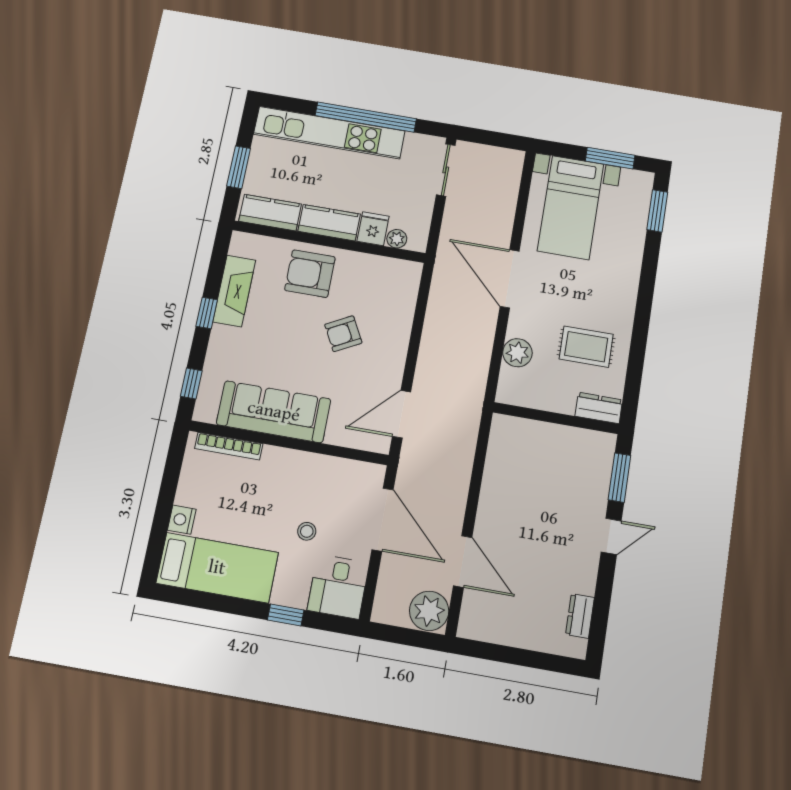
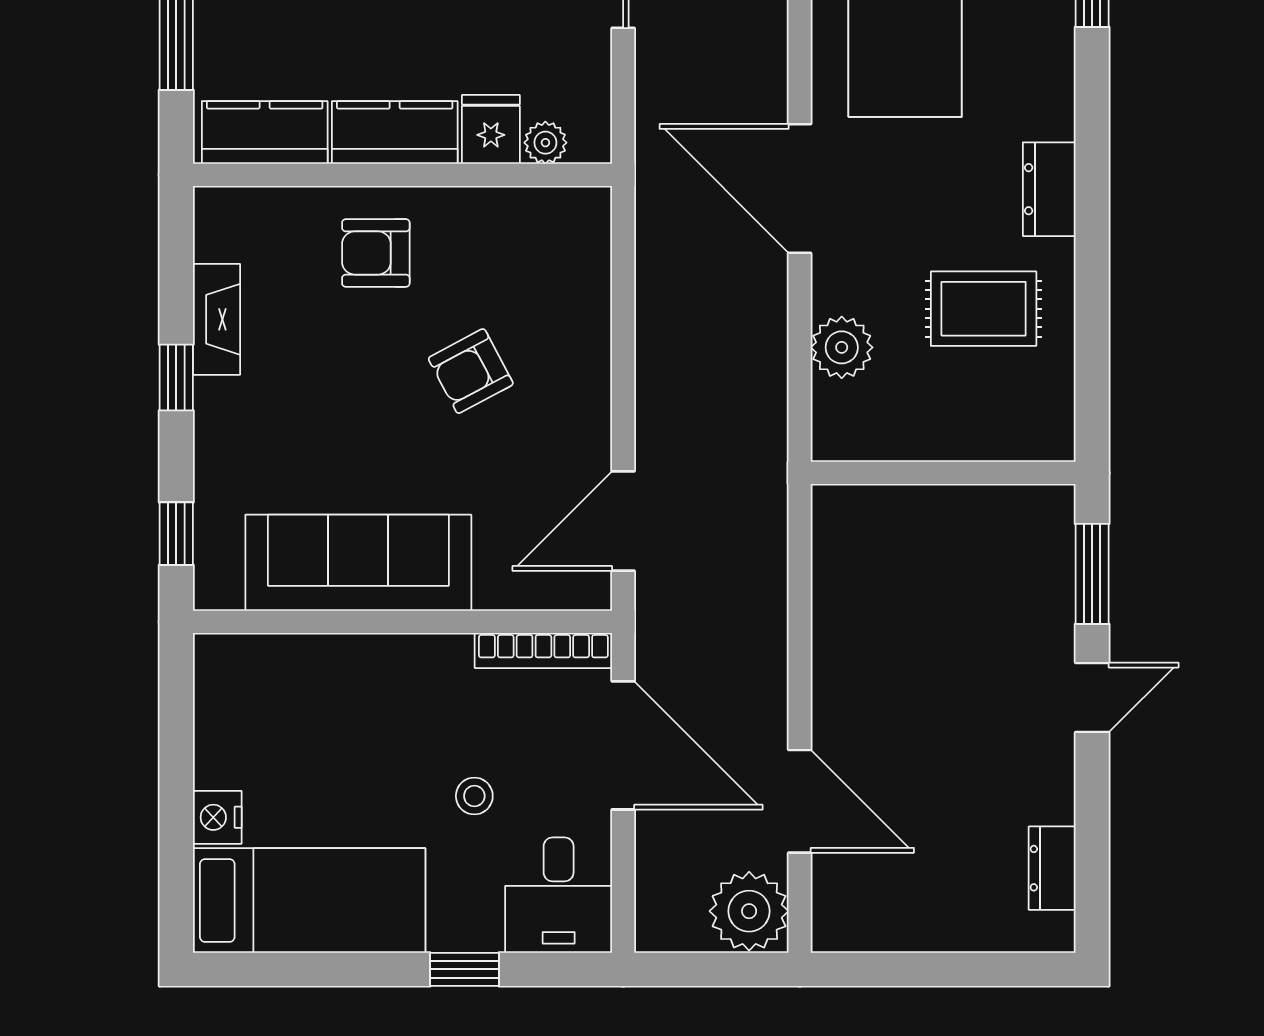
armchair: (310, 274) -> (376, 253), width x0.72, depth x0.72
fireplace: (234, 291) -> (216, 319), width x0.73, depth x0.76
dresser: (599, 408) -> (1049, 189), moved, turned -90
bookcase: (229, 446) -> (543, 650), moved

